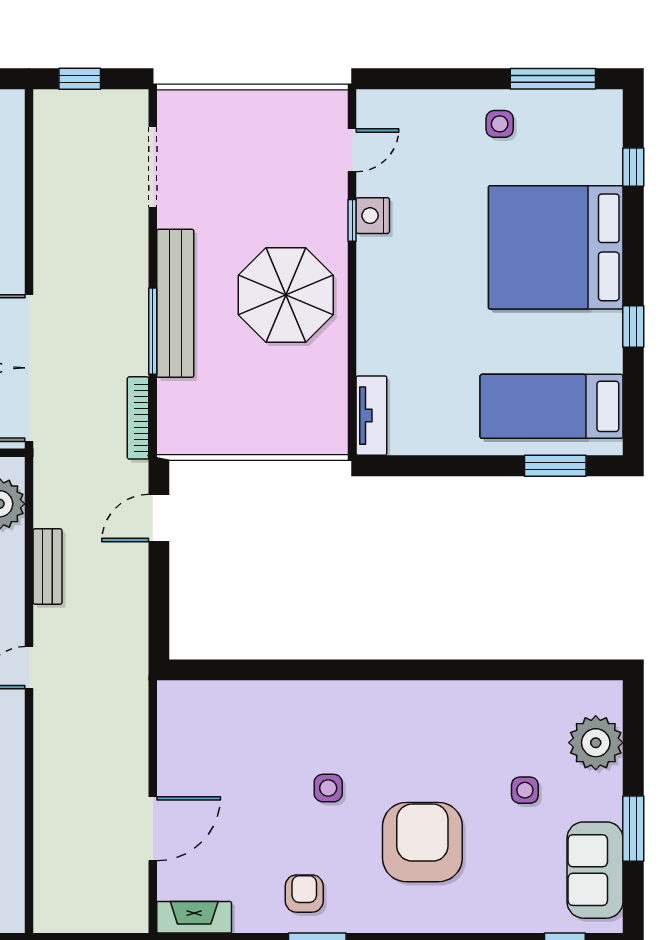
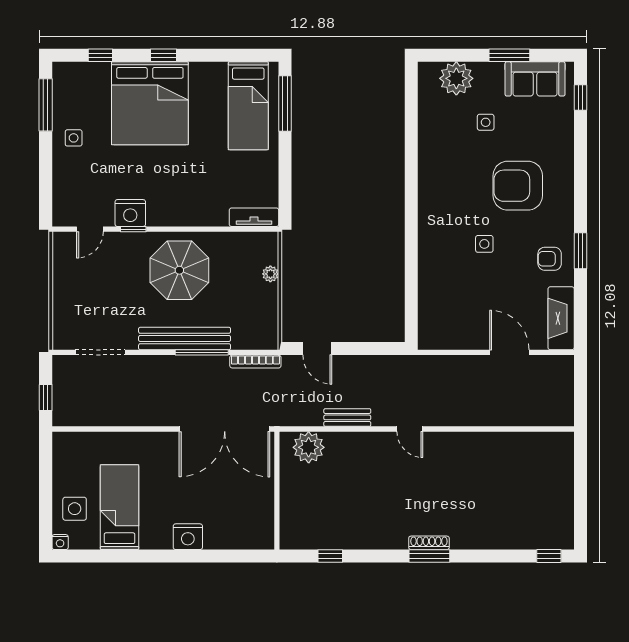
door: (352, 150) -> (90, 229), swing flipped
nightstand: (373, 216) -> (130, 213), width x1.36, depth x1.33
window: (633, 327) -> (163, 55), moved
plant: (280, 442) -> (270, 274), added
window: (555, 466) -> (285, 104), width x1.44
fireplace: (194, 917) -> (561, 318), width x1.37, depth x1.32

